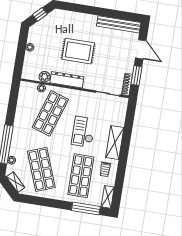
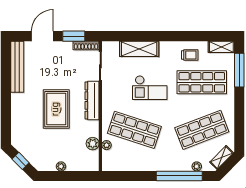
dresser: (67, 80) -> (92, 101), moved
shelving: (115, 142) -> (139, 49), moved

